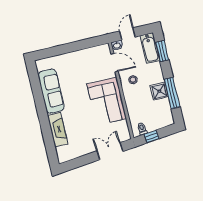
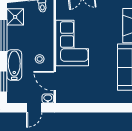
bathtub: (150, 48) -> (14, 65), moved
shower: (159, 91) -> (15, 17), moved

